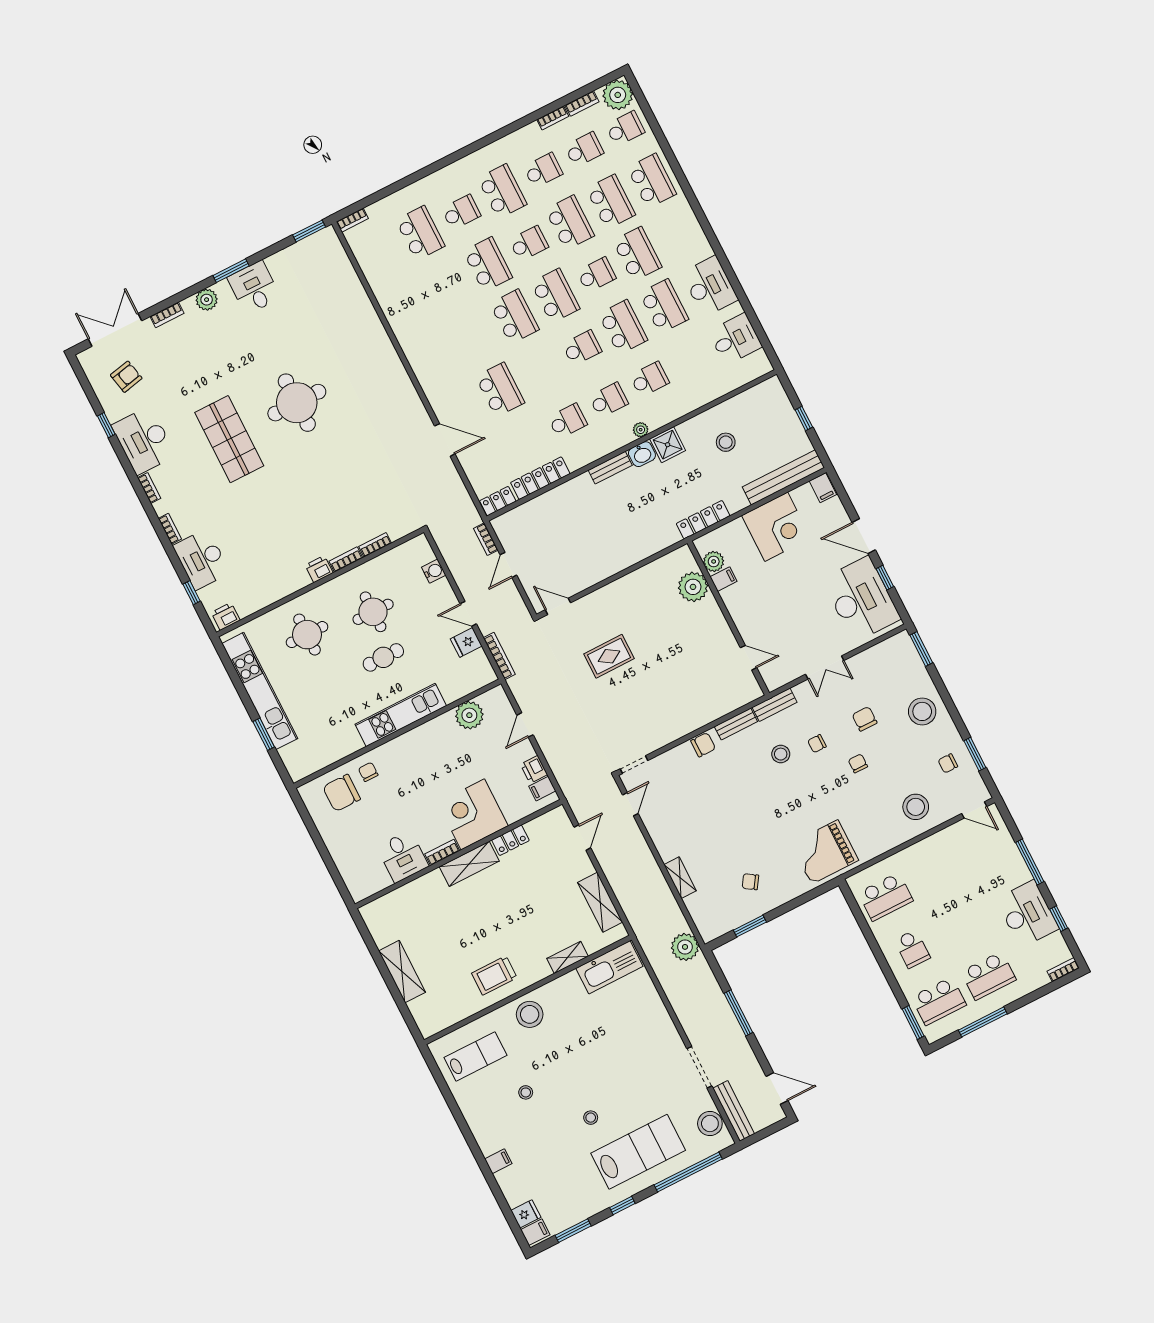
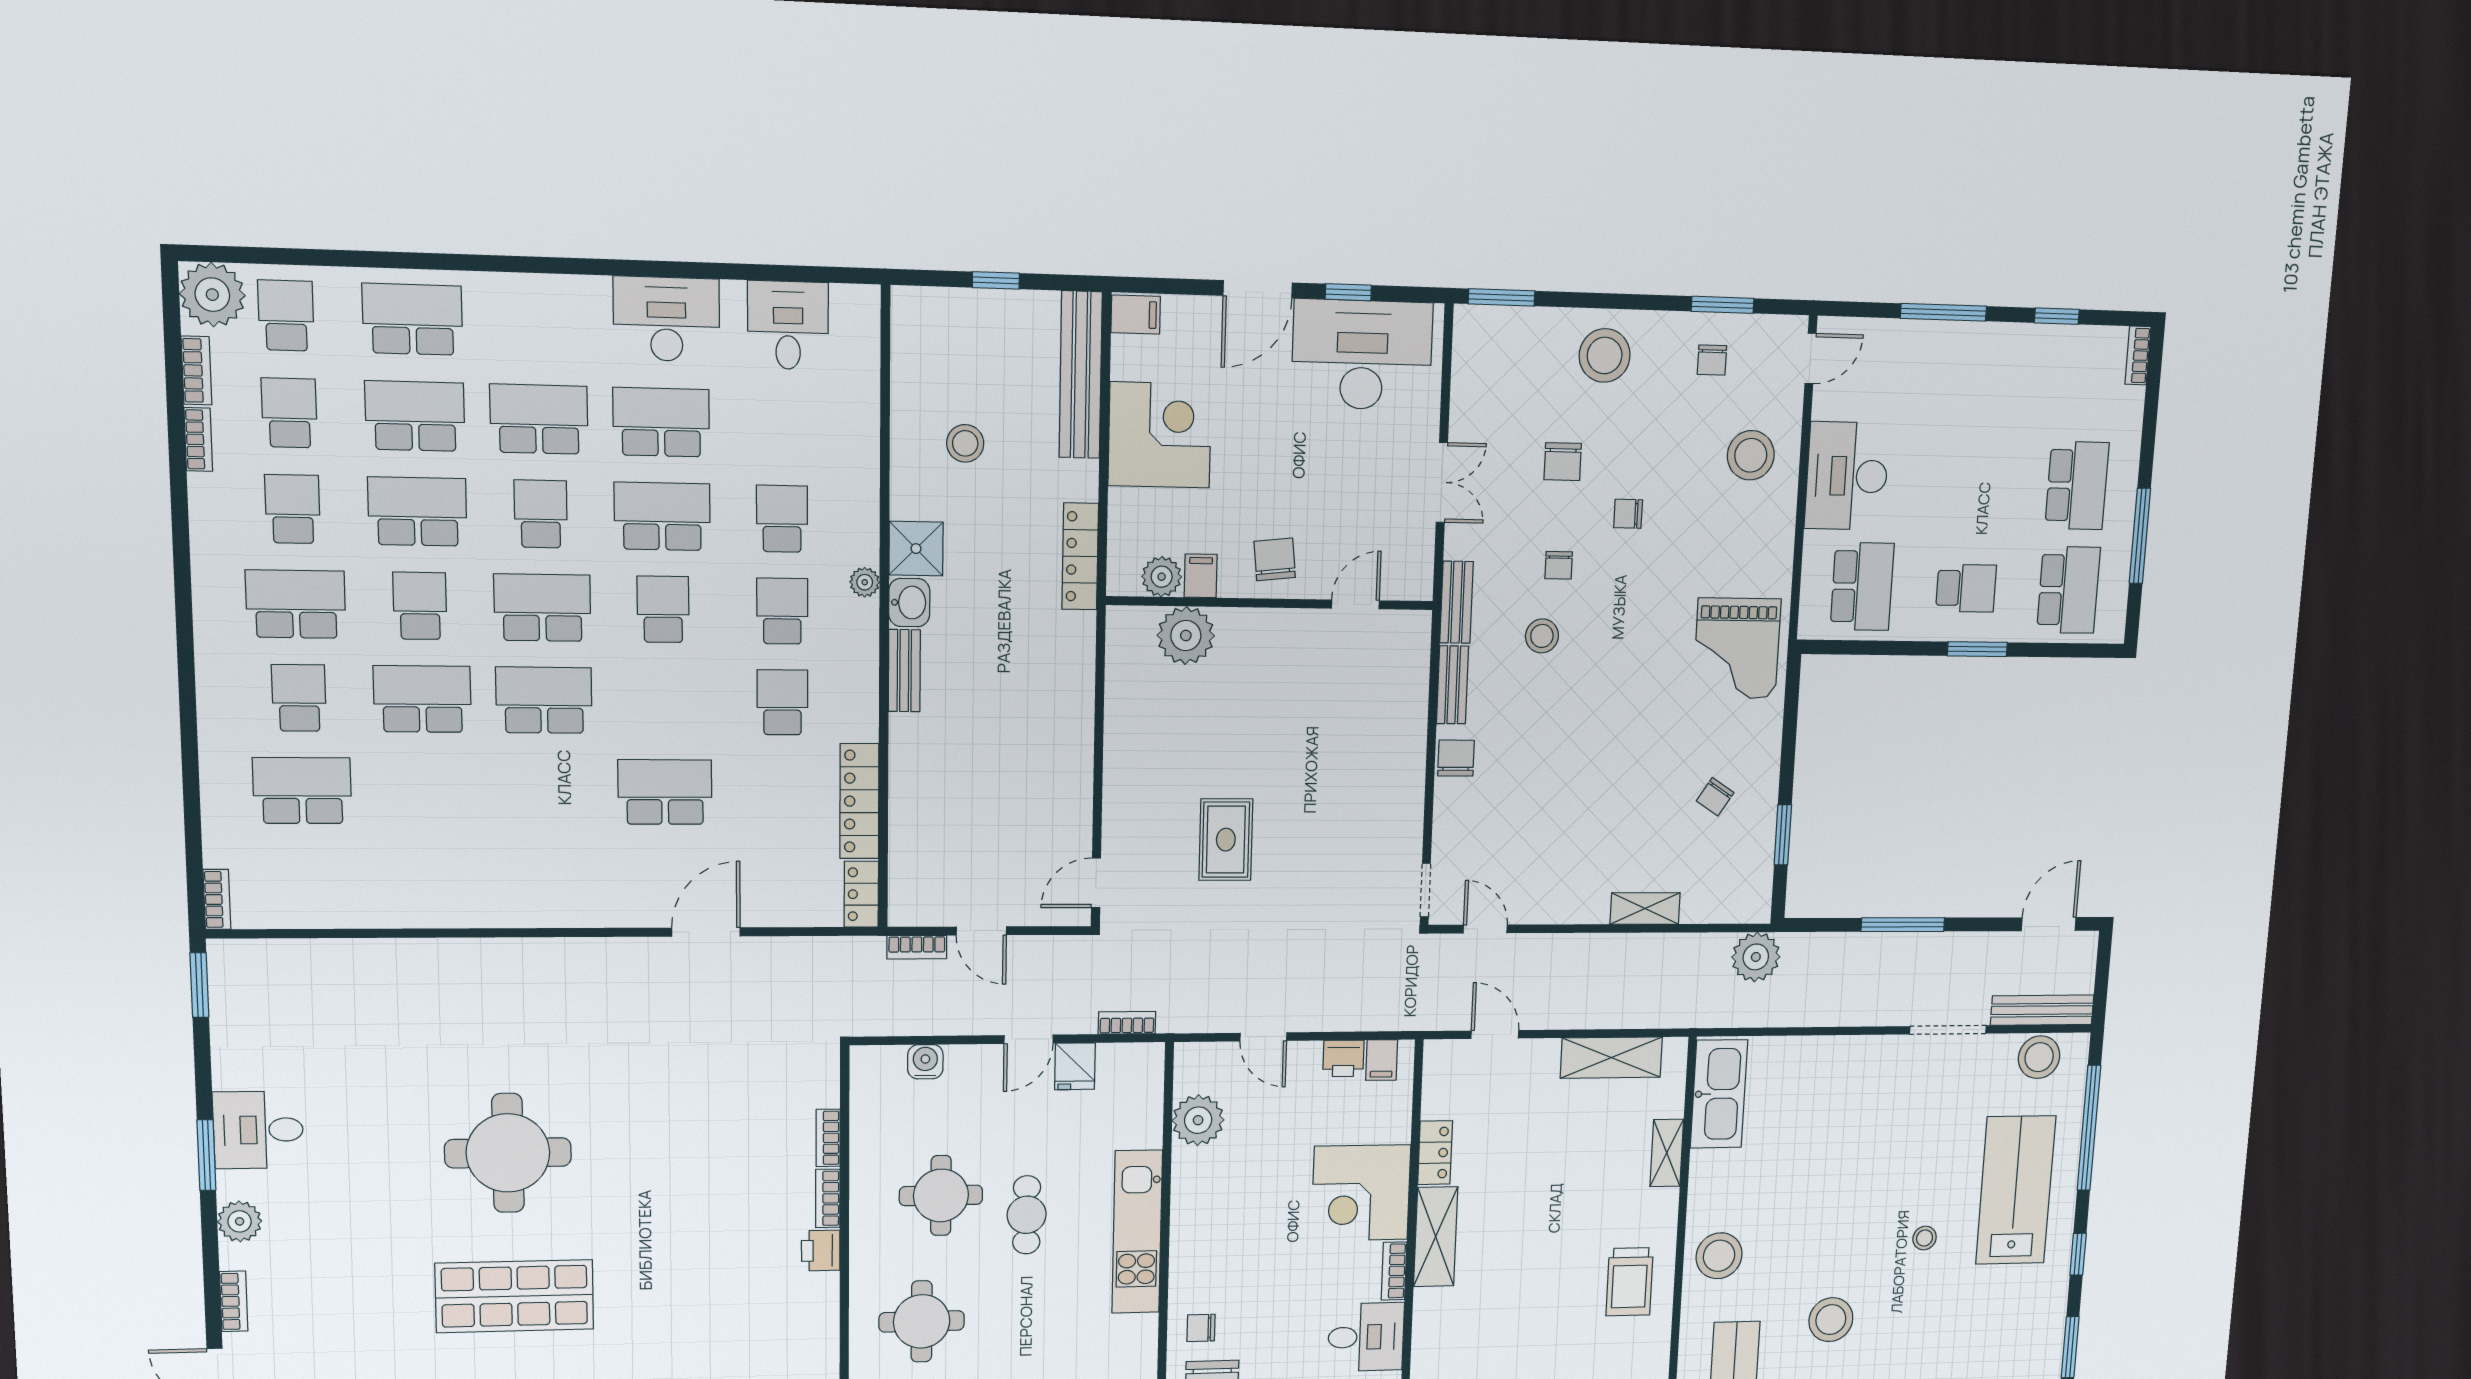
chair: (749, 609) -> (1275, 559), added
bookcase: (499, 656) -> (1127, 1023), width x0.64
chair: (865, 719) -> (1563, 462), turned -90
desk: (1027, 914) -> (1847, 476), moved, turned -90
window: (913, 1022) -> (1977, 649), moved
stool: (526, 1092) -> (1831, 1320), width x1.89, depth x1.89

